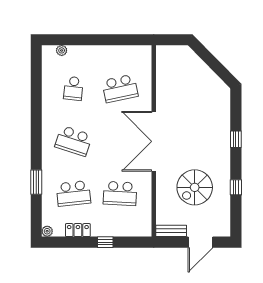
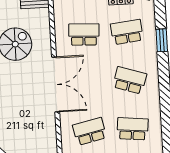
school desk: (73, 88) -> (133, 129), width x1.85

